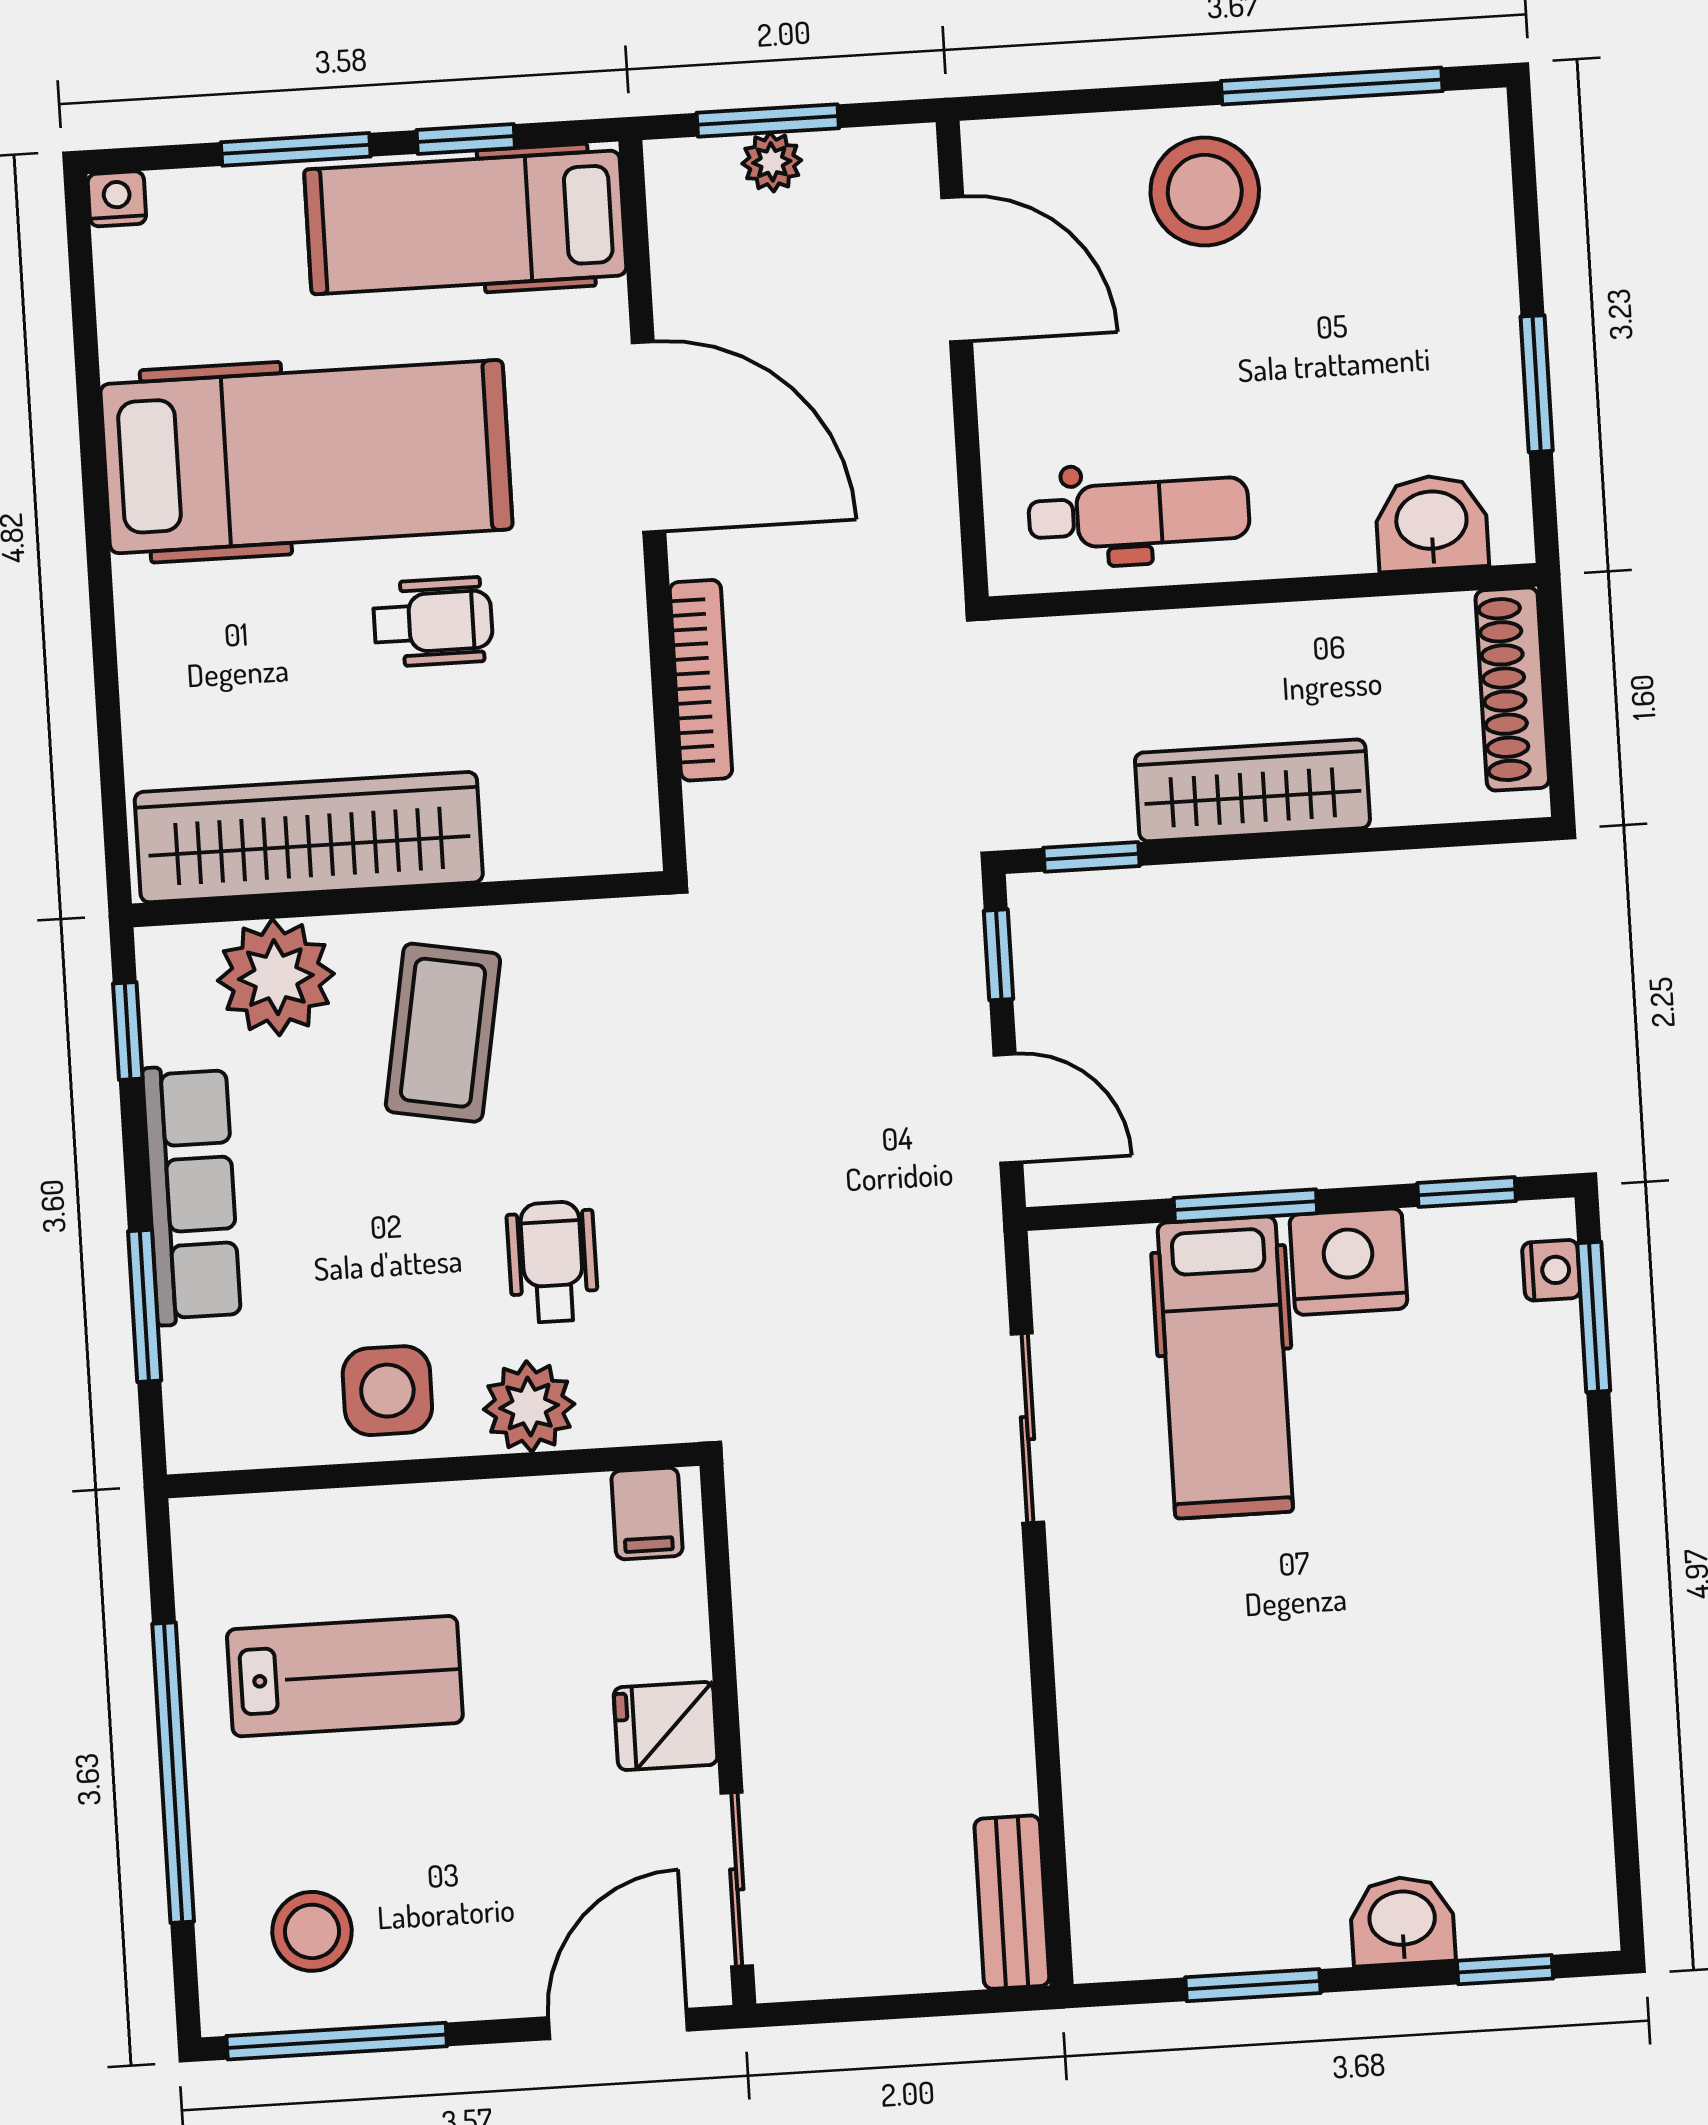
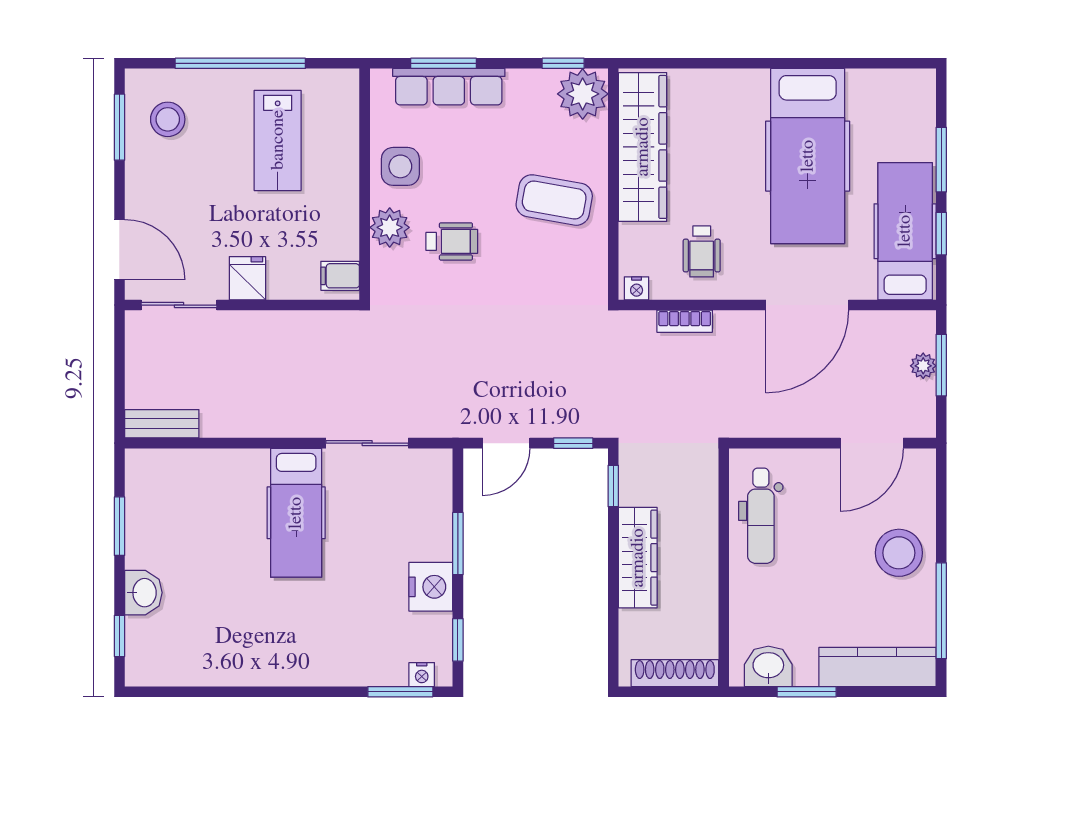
nightstand: (117, 199) -> (637, 288), moved, turned 90
kitchen counter: (1470, 225) -> (877, 667), added
washbasin: (1432, 523) -> (768, 666), moved, turned -90
wheelchair: (433, 622) -> (702, 251), moved
bookcase: (701, 680) -> (685, 321), width x0.64
plant: (276, 977) -> (583, 94), moved
row of seats: (192, 1195) -> (449, 87), moved
hospital bed: (1225, 1367) -> (296, 513), moved, turned -90
window: (337, 2041) -> (119, 127), width x0.69

